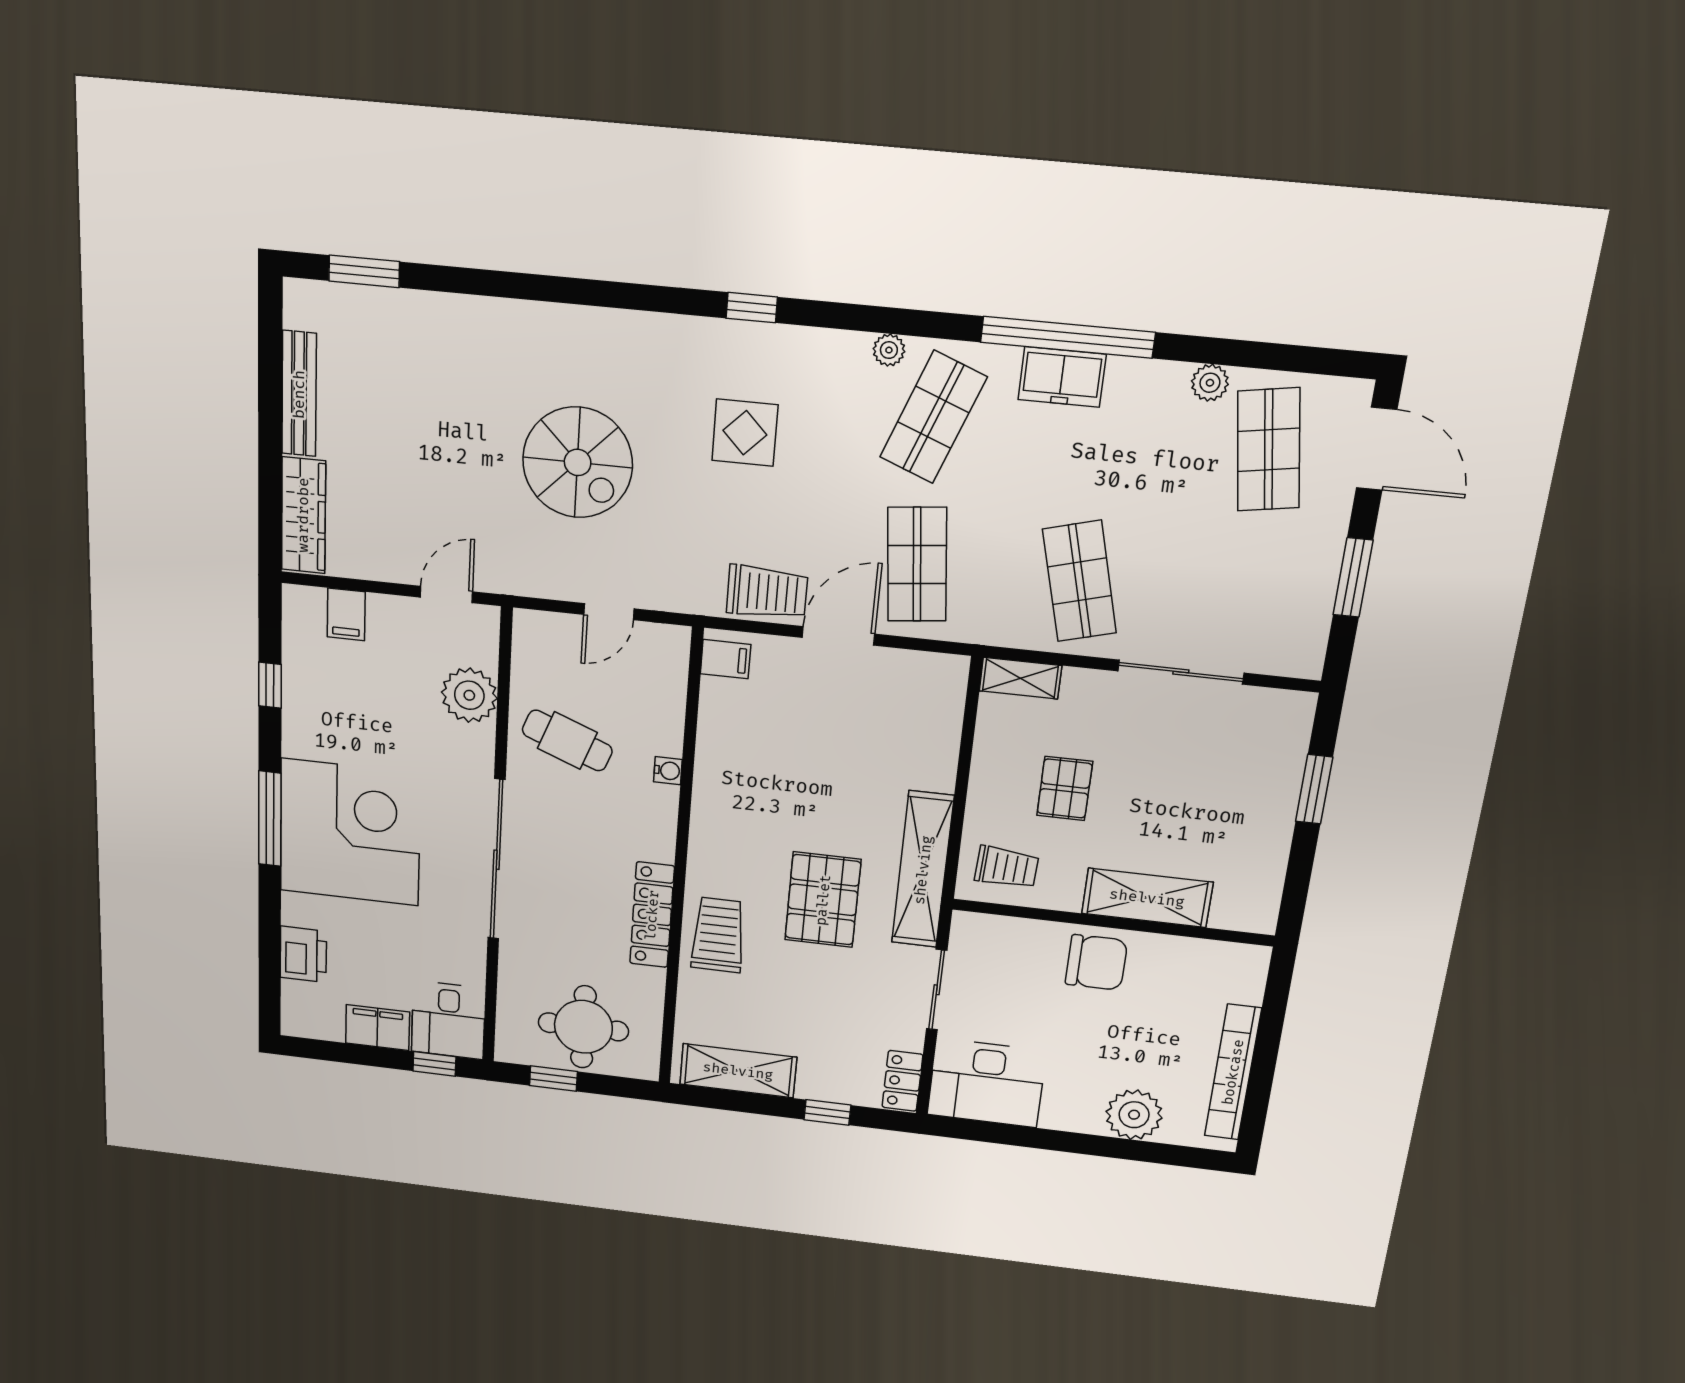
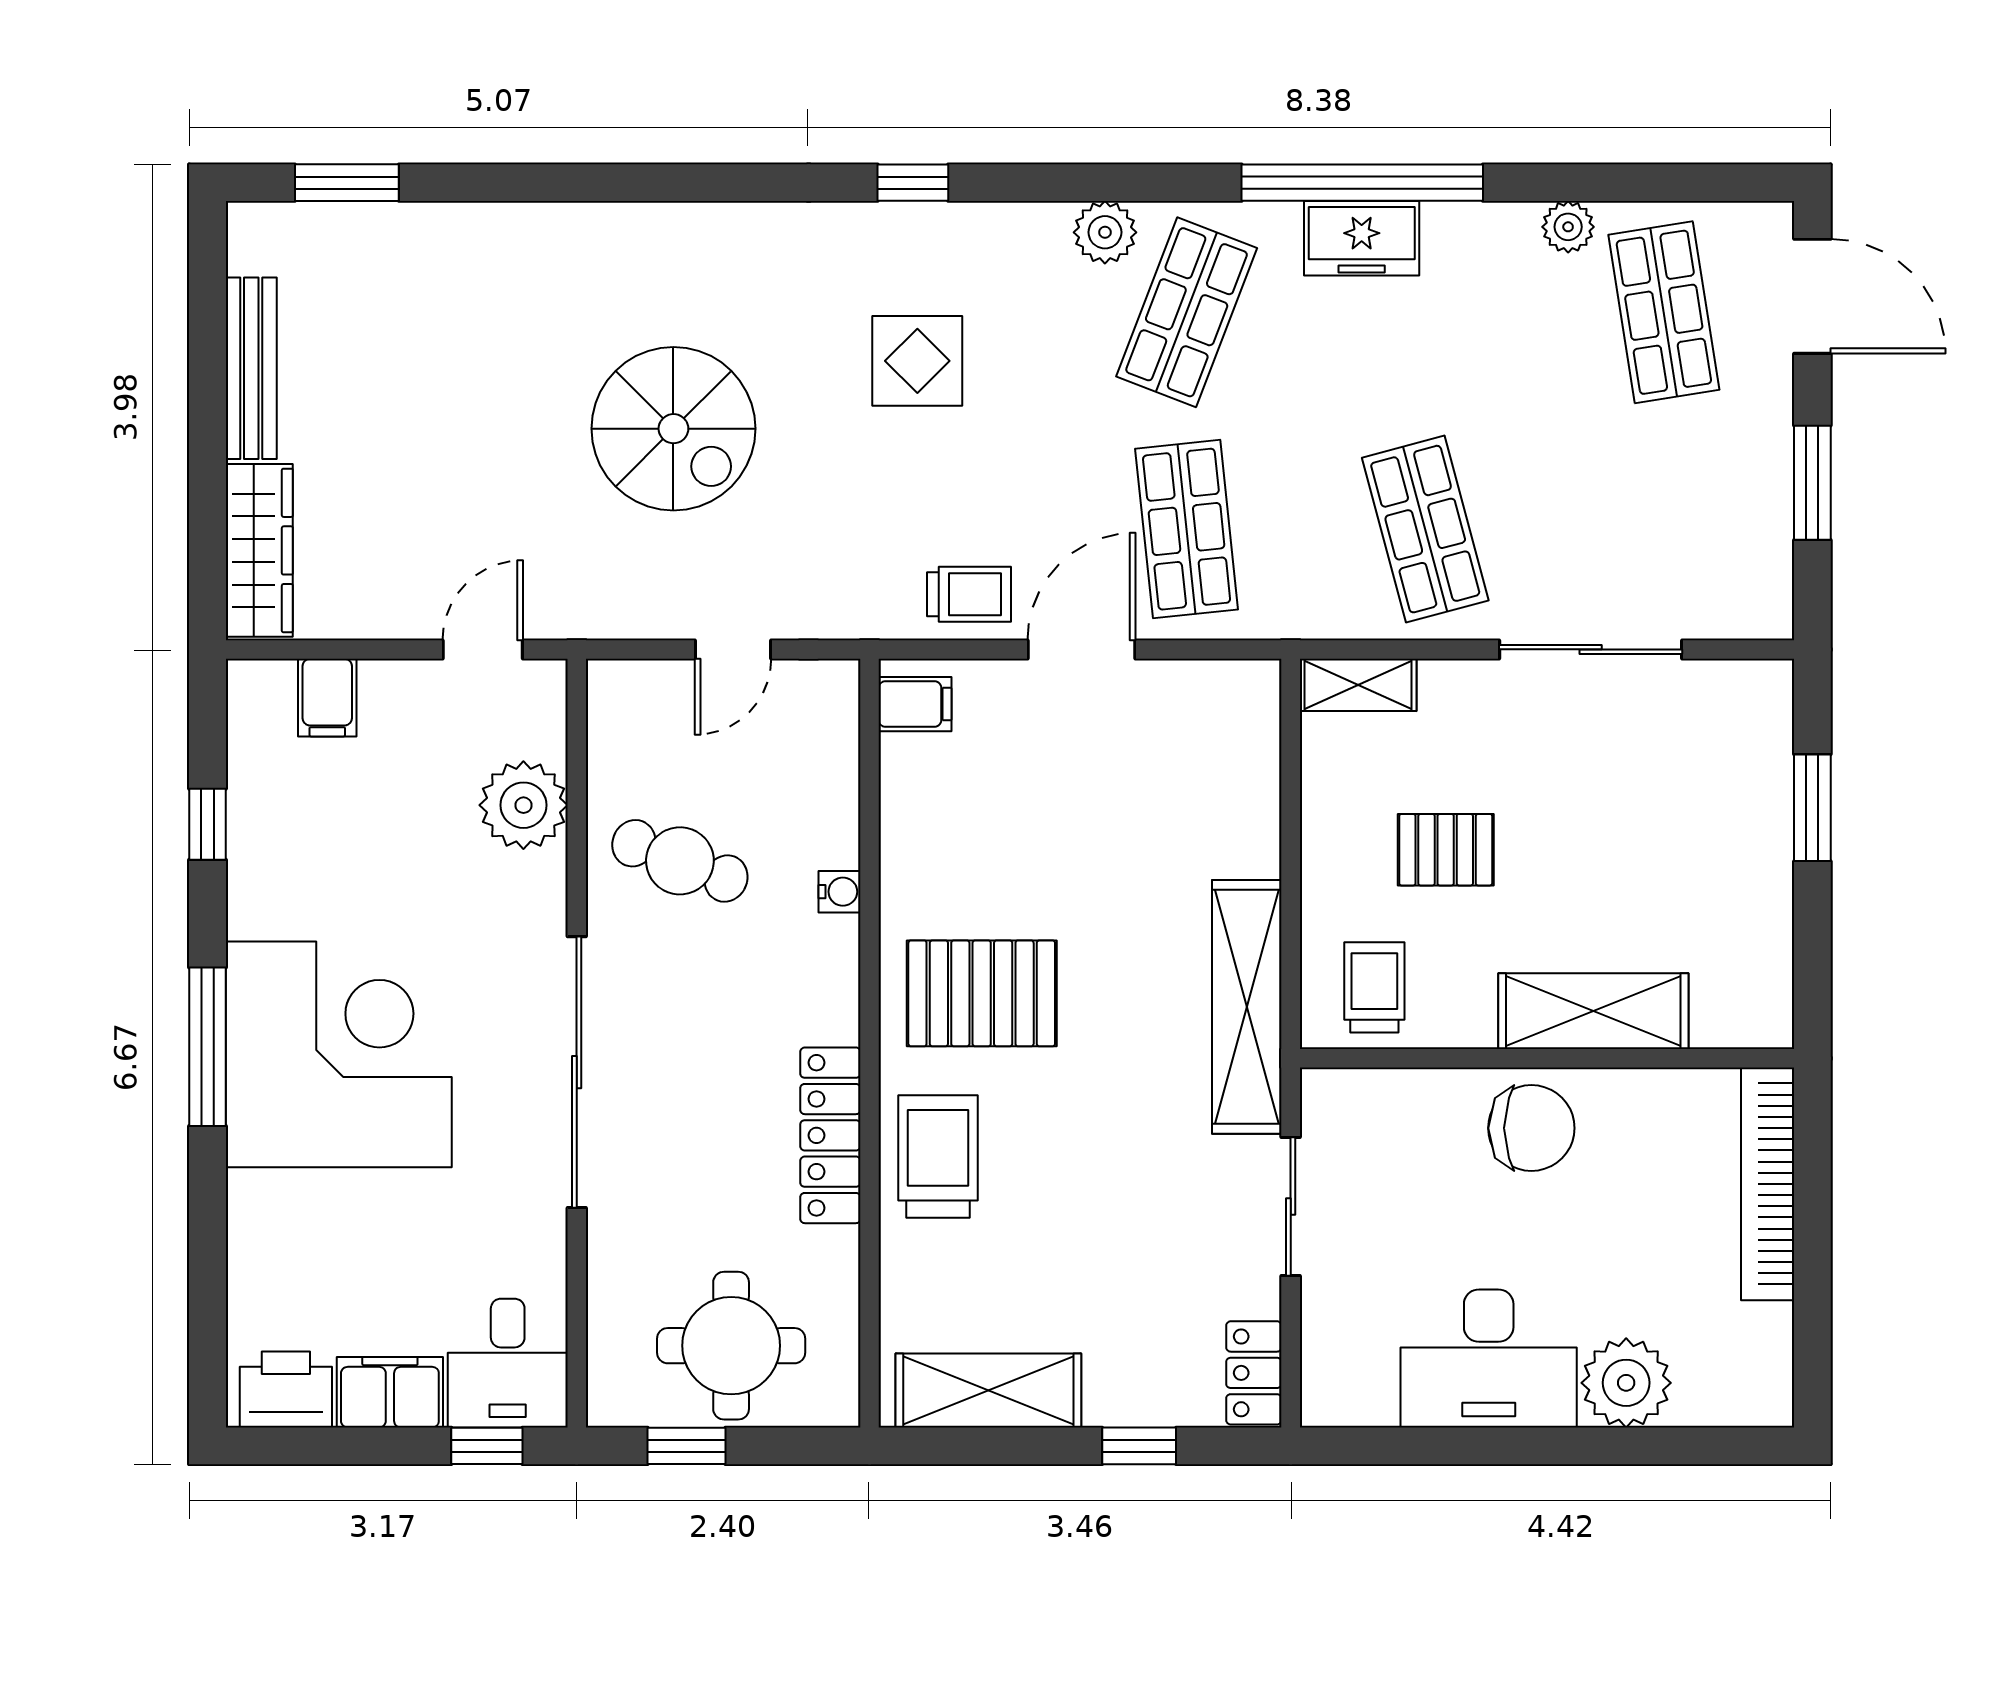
plant: (889, 350) -> (1105, 232), width x1.38, depth x1.38
trolley: (767, 592) -> (969, 594), width x0.73, depth x0.72
pallet: (1065, 788) -> (1446, 850), turned 90
trolley: (1007, 867) -> (1374, 987), turned -93
pallet: (823, 900) -> (982, 993), moved, turned 90
printer: (303, 954) -> (286, 1389), moved, turned -90
bookcase: (1233, 1072) -> (1768, 1184), moved
desk: (987, 1083) -> (1489, 1358), moved

